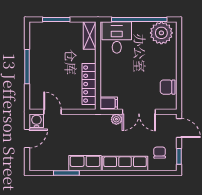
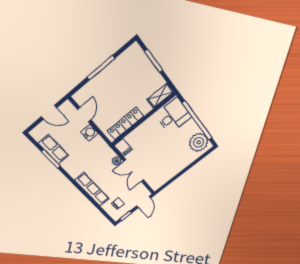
chair: (168, 87) -> (165, 175), removed
water cooler: (37, 121) -> (89, 133), moved
row of seats: (85, 163) -> (54, 149), moved

